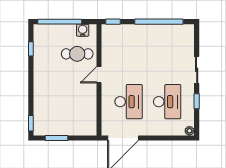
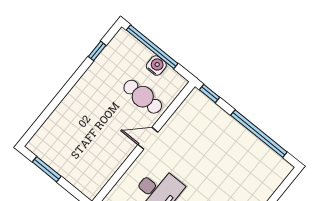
water cooler: (83, 30) -> (156, 66), moved
window: (31, 123) -> (32, 131), removed

